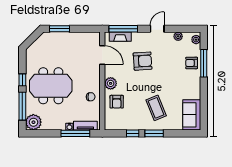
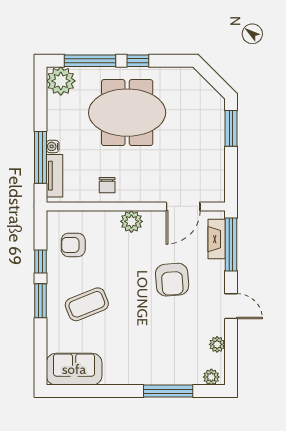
armchair: (192, 63) -> (169, 369), removed
meeting table: (51, 86) -> (127, 113), turned 90
armchair: (117, 102) -> (73, 245), moved

